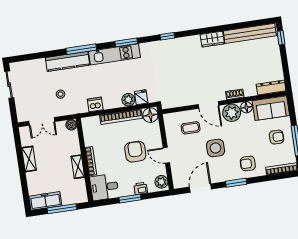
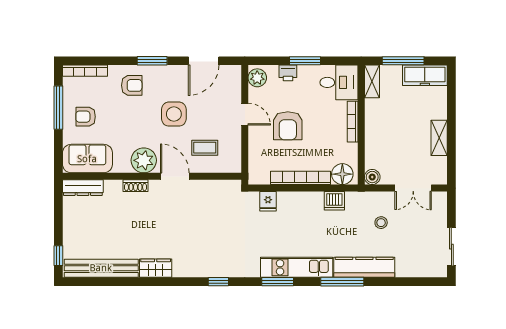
plant: (128, 100) -> (287, 200), removed
floor lamp: (246, 107) -> (122, 165), removed
floor lamp: (150, 115) -> (342, 174), moved
double door: (42, 121) -> (413, 188), swing flipped
shelving: (78, 167) -> (372, 81), moved

